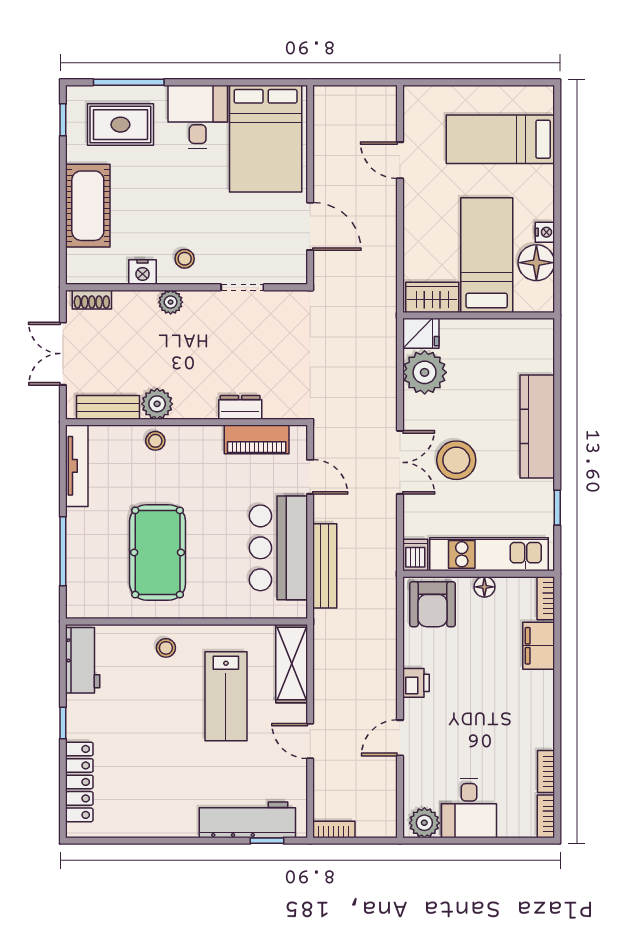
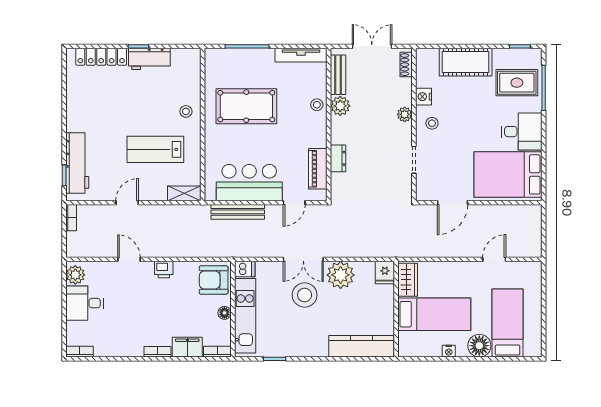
rug: (120, 125) -> (517, 83), turned 90
floor lamp: (536, 263) -> (479, 346), moved
plant: (425, 372) -> (341, 275), moved
kitchen counter: (537, 426) -> (361, 346), moved
workbench: (83, 660) -> (149, 59), moved
shelving: (292, 664) -> (184, 193), width x0.67, depth x0.75
bookcase: (546, 771) -> (158, 352), moved

